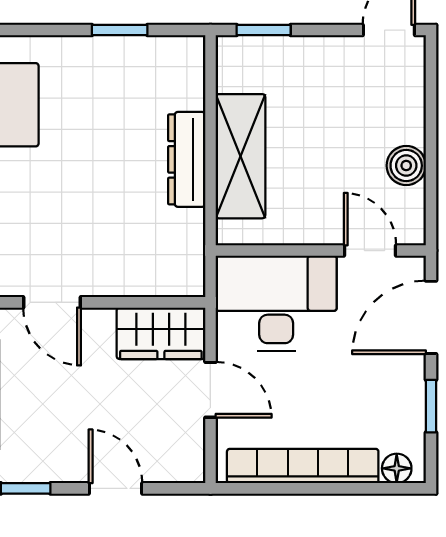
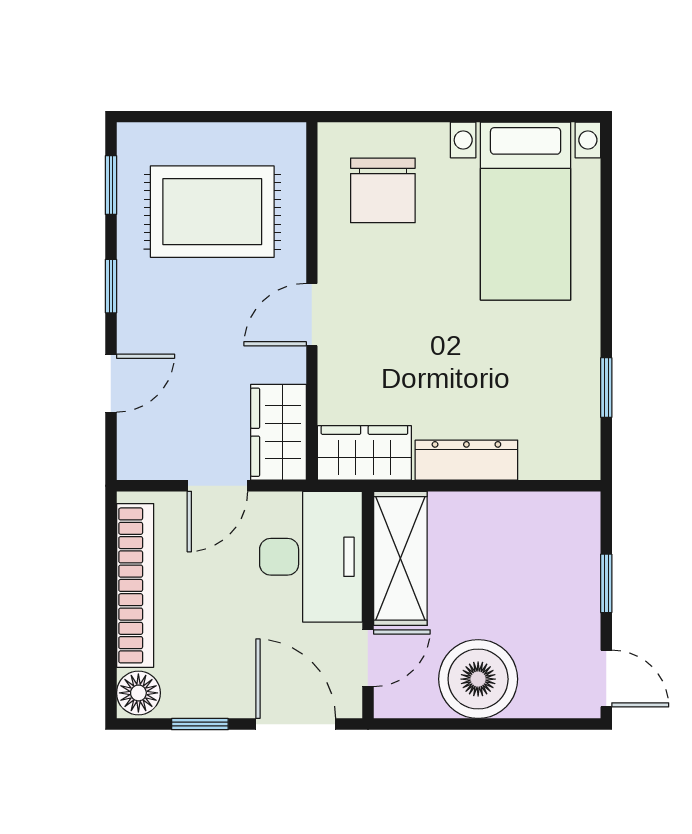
window: (264, 30) -> (606, 583), moved
shelving: (240, 156) -> (400, 558), moved, turned 90
boiler: (406, 166) -> (478, 679), width x1.86, depth x1.86
wardrobe: (180, 254) -> (364, 453), added
floor lamp: (397, 468) -> (138, 693), width x1.37, depth x1.37

